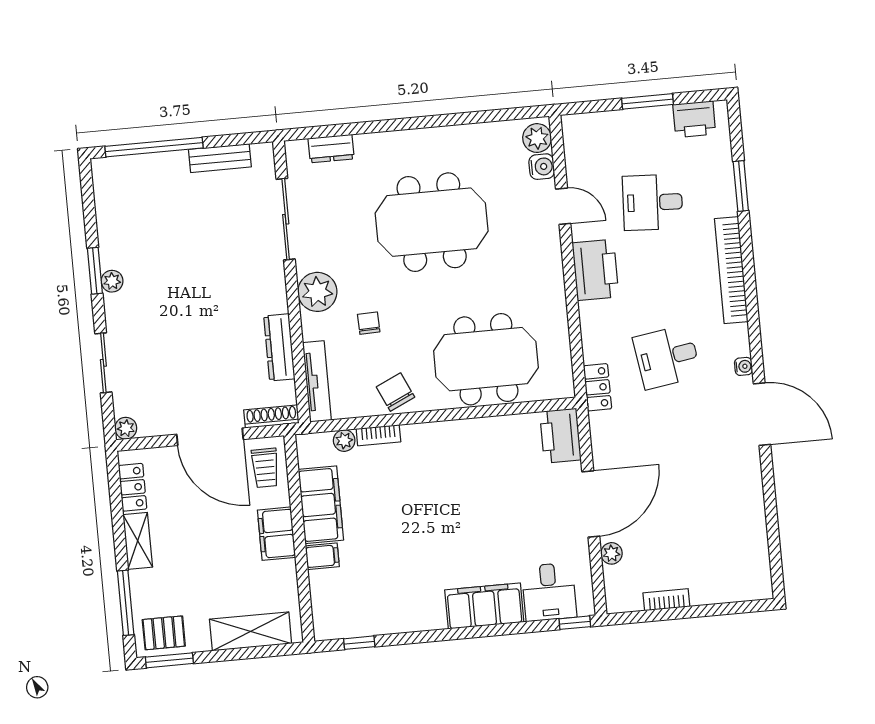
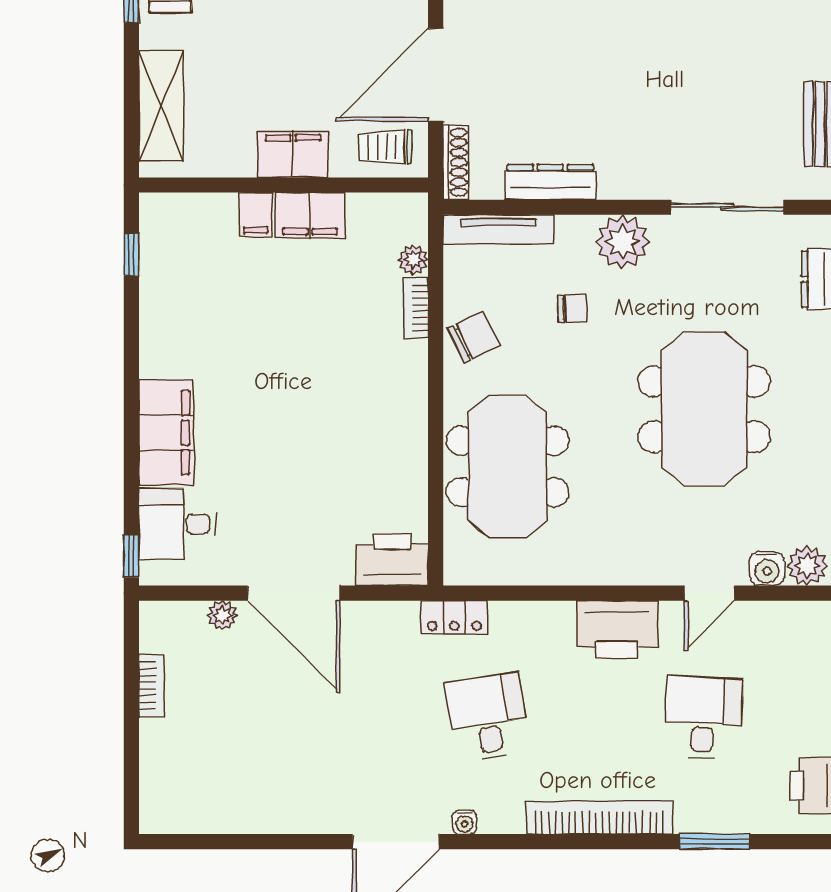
filing cabinet: (321, 505) -> (310, 216), width x0.67, depth x0.86

